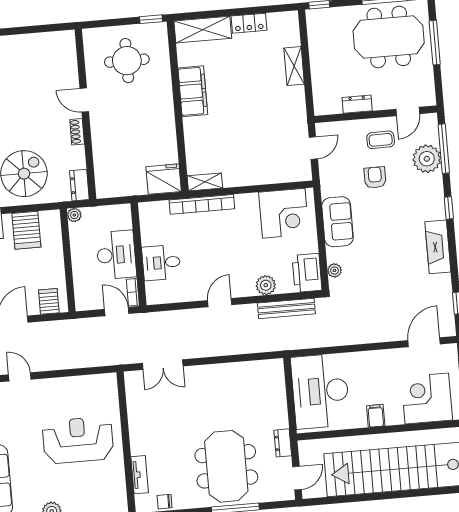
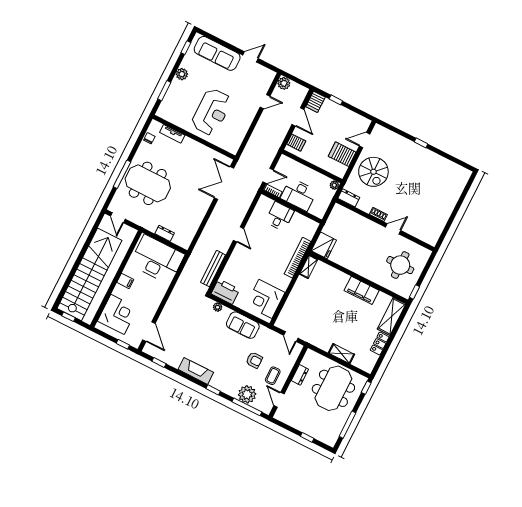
meeting table: (389, 37) -> (333, 388), moved
window: (435, 43) -> (307, 437), width x0.46
plant: (266, 285) -> (232, 265), removed
double door: (163, 365) -> (224, 183), width x1.37
dresser: (283, 443) -> (165, 233), moved

